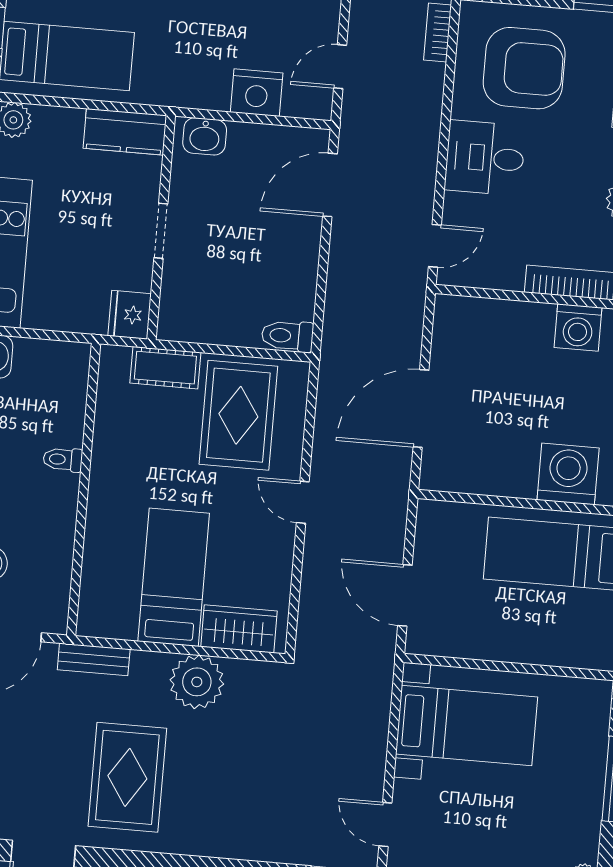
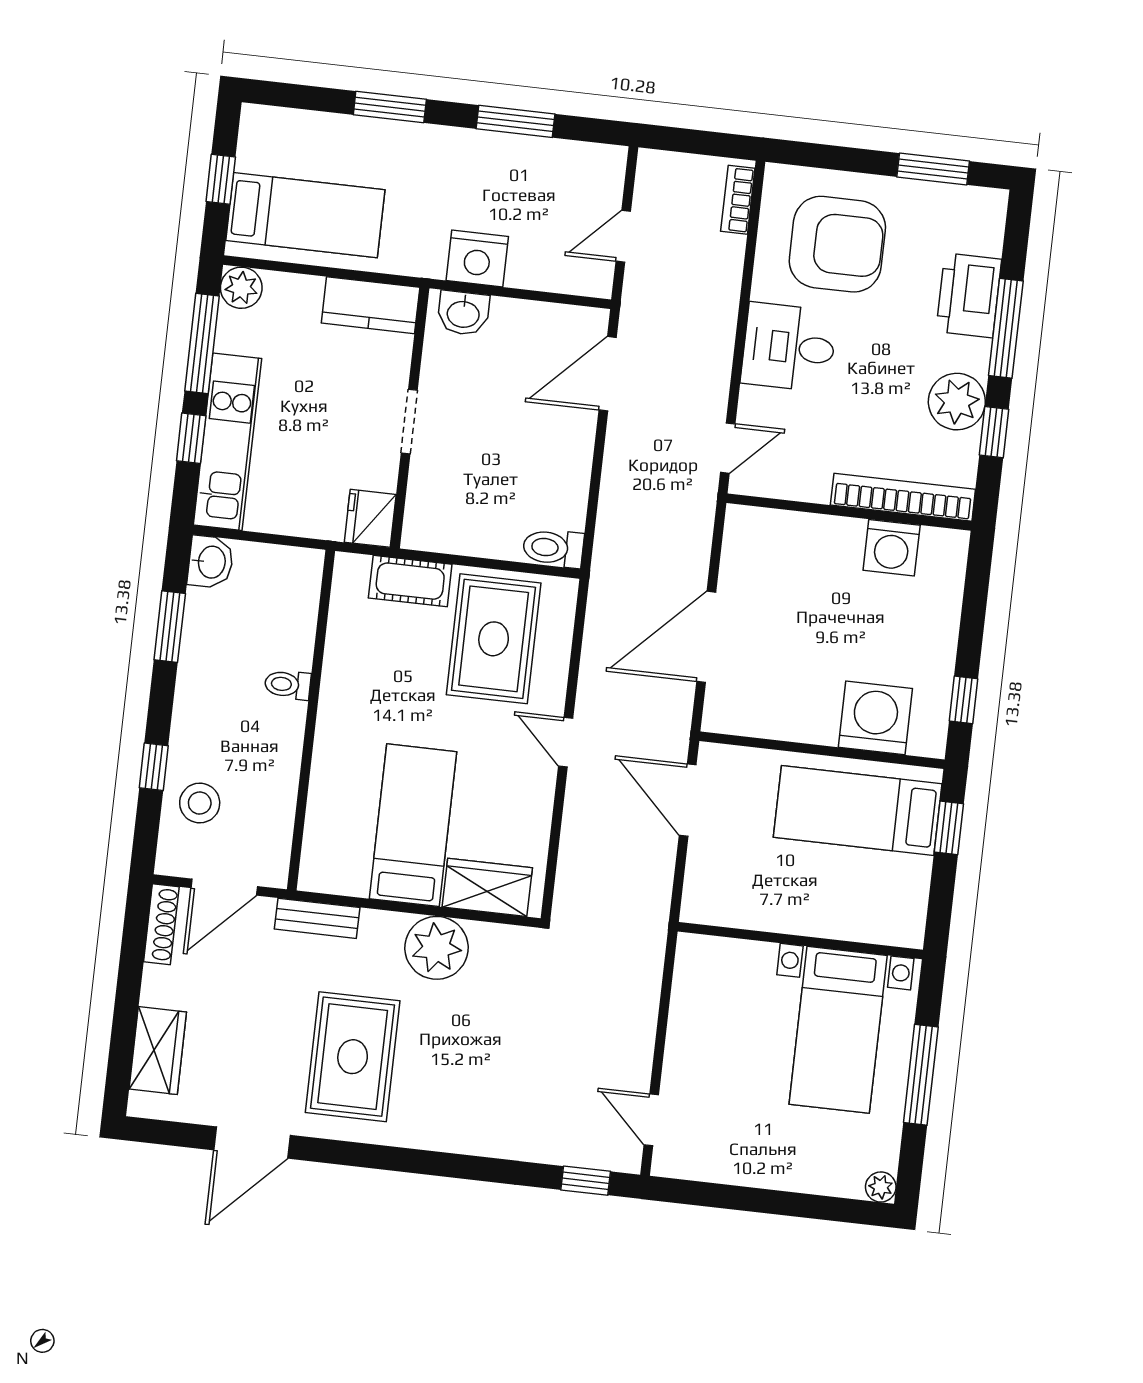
nightstand: (257, 93) -> (477, 258), moved
door: (405, 595) -> (688, 800), moved
bed with nightstands: (466, 725) -> (838, 1030), moved, turned 90

